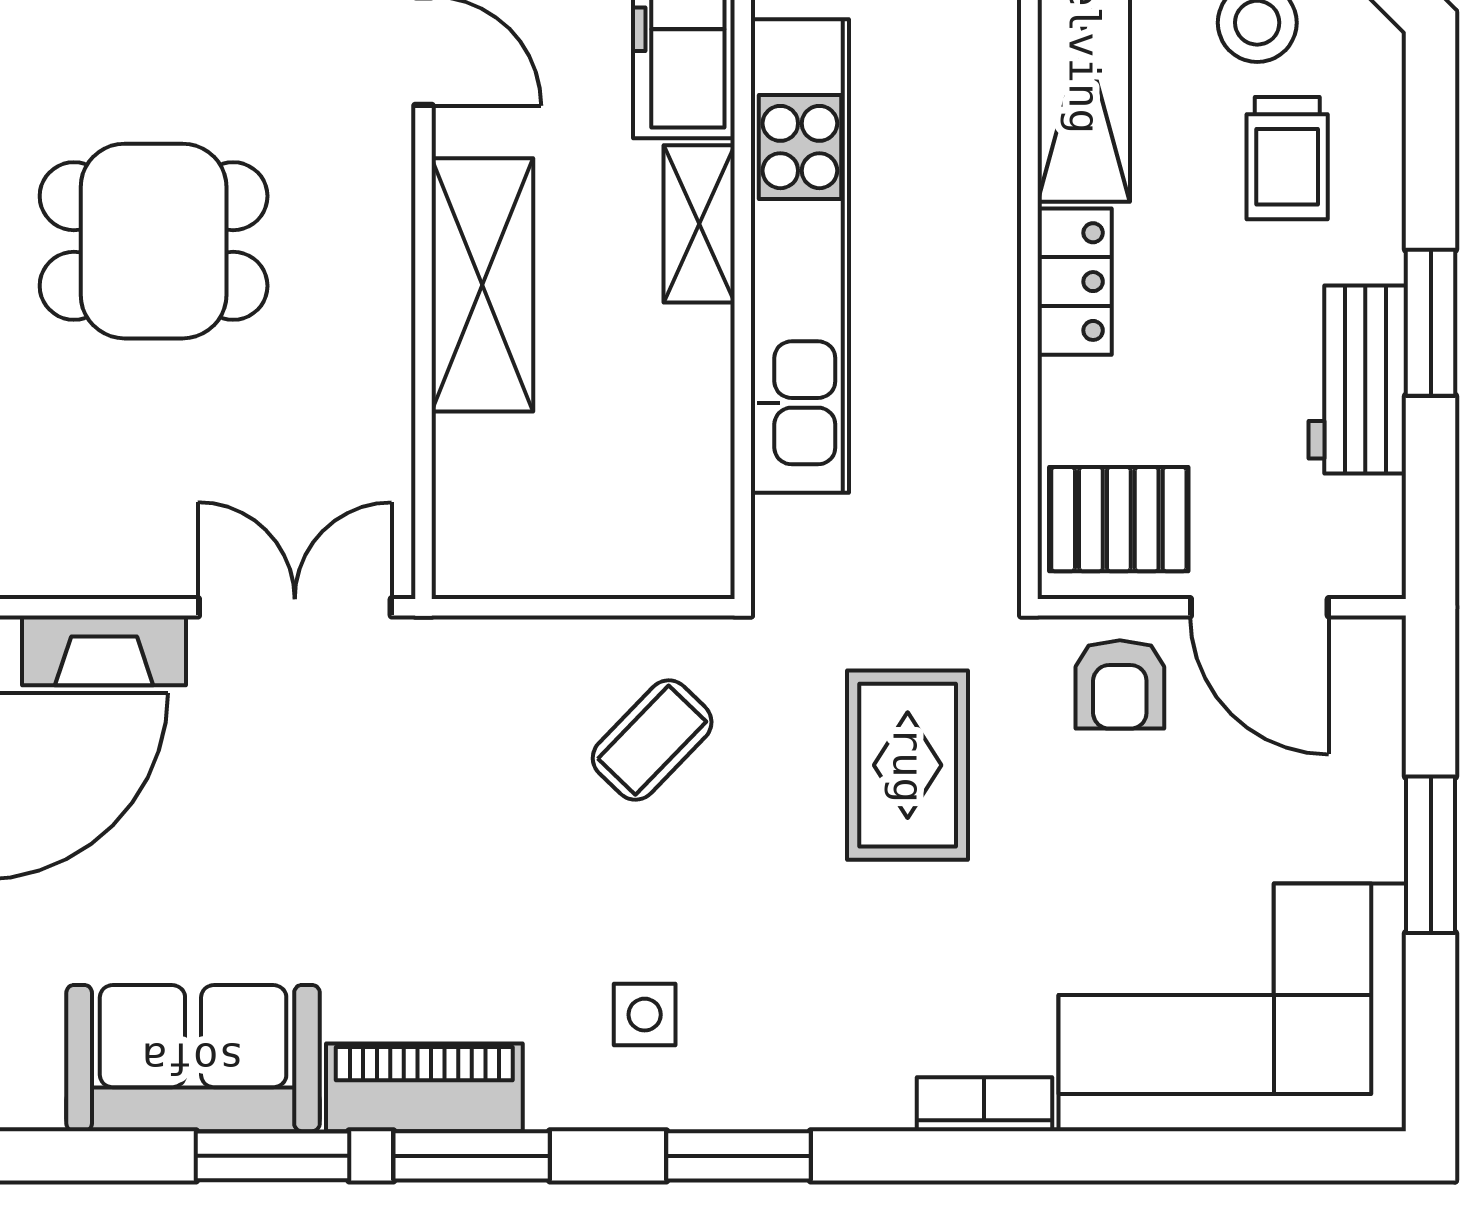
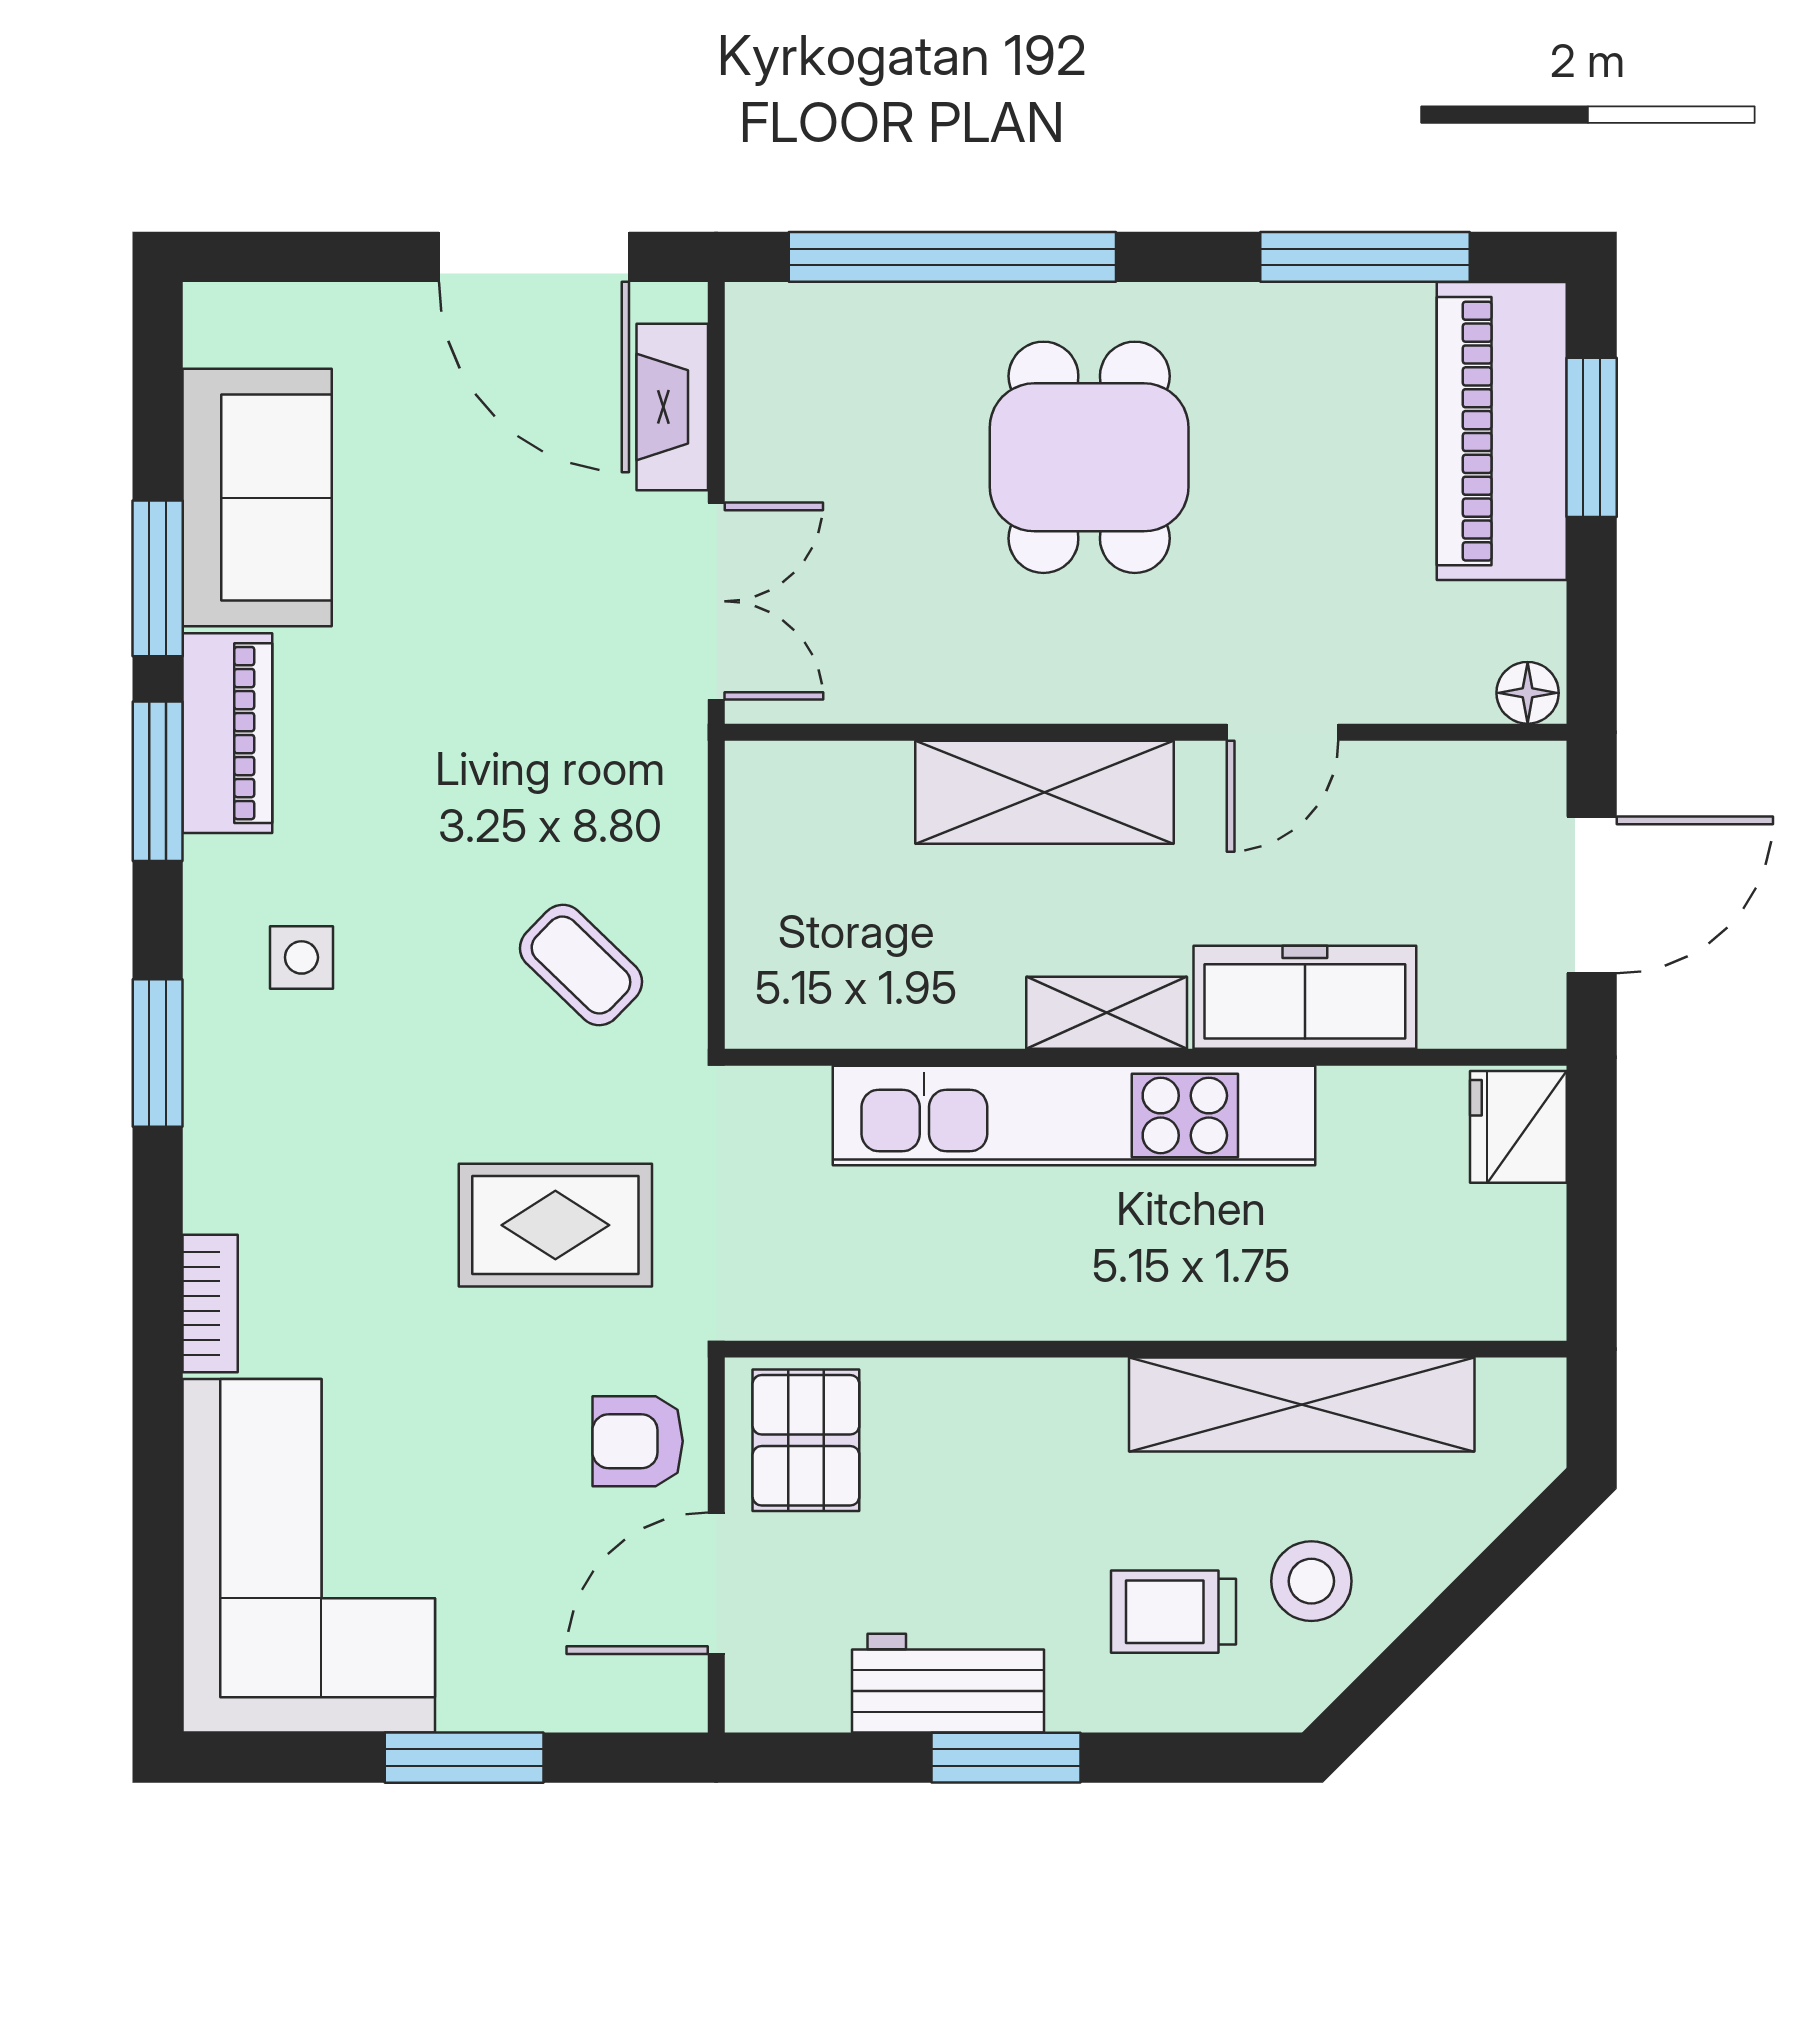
locker: (1075, 282) -> (1048, 1395), removed

